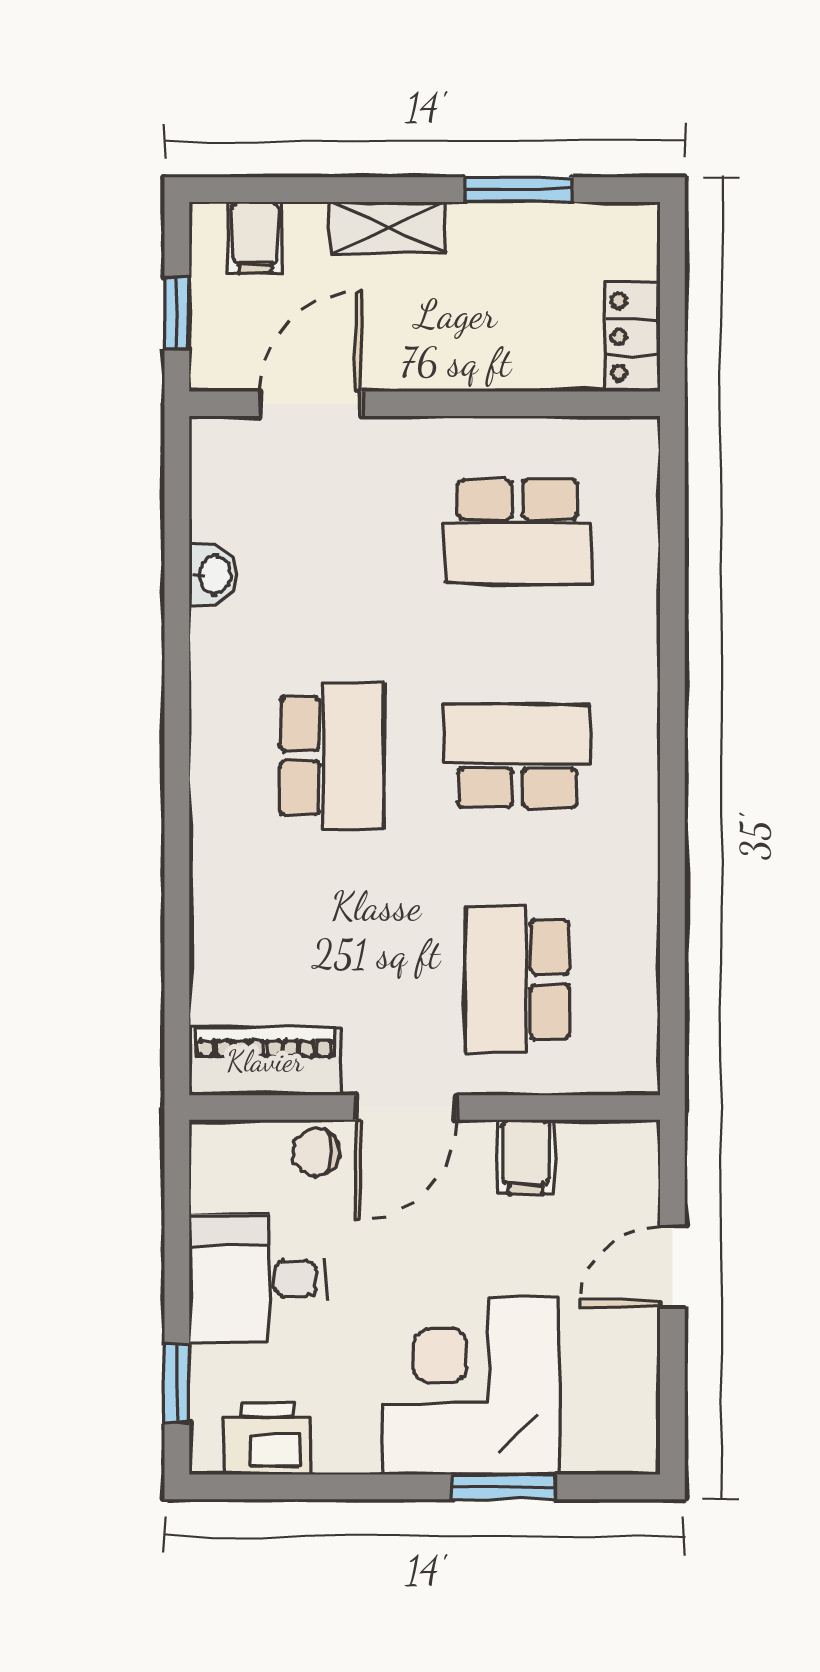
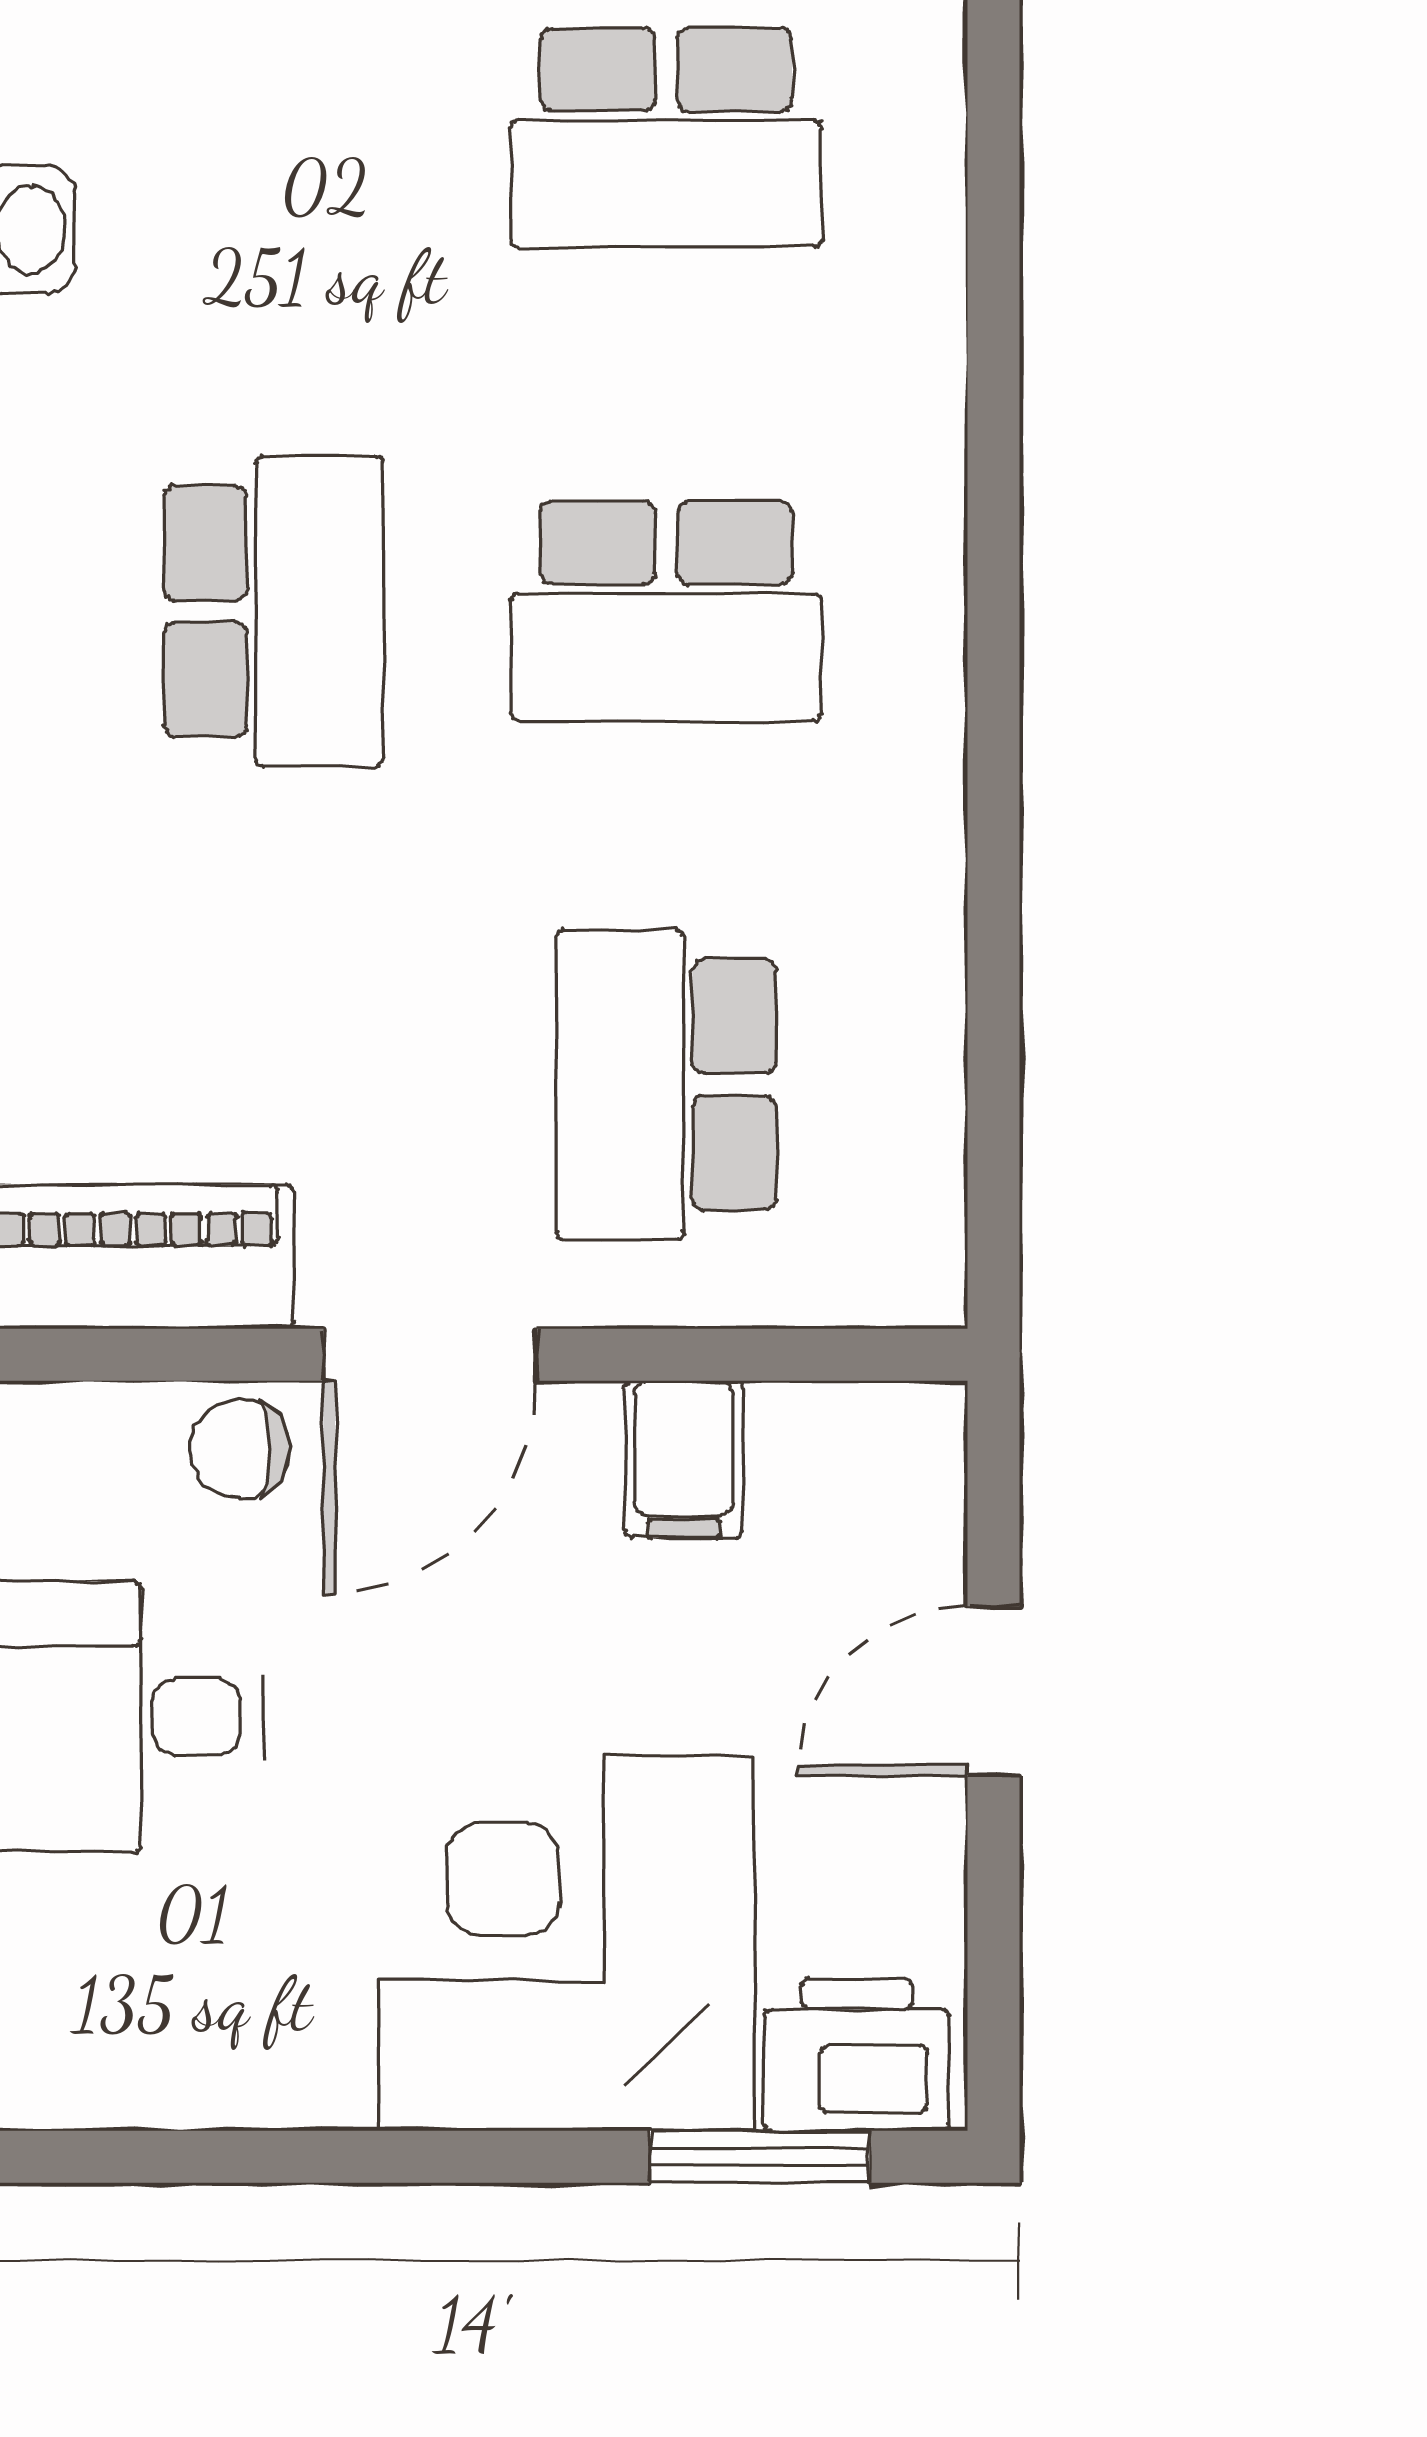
school desk: (518, 756) -> (666, 611), turned 180
printer: (267, 1439) -> (857, 2055), moved
window: (503, 1487) -> (760, 2157), moved

